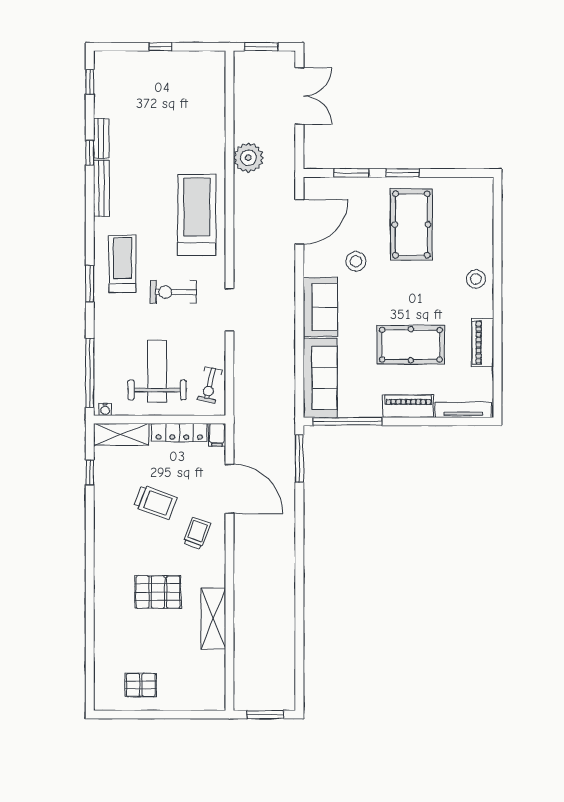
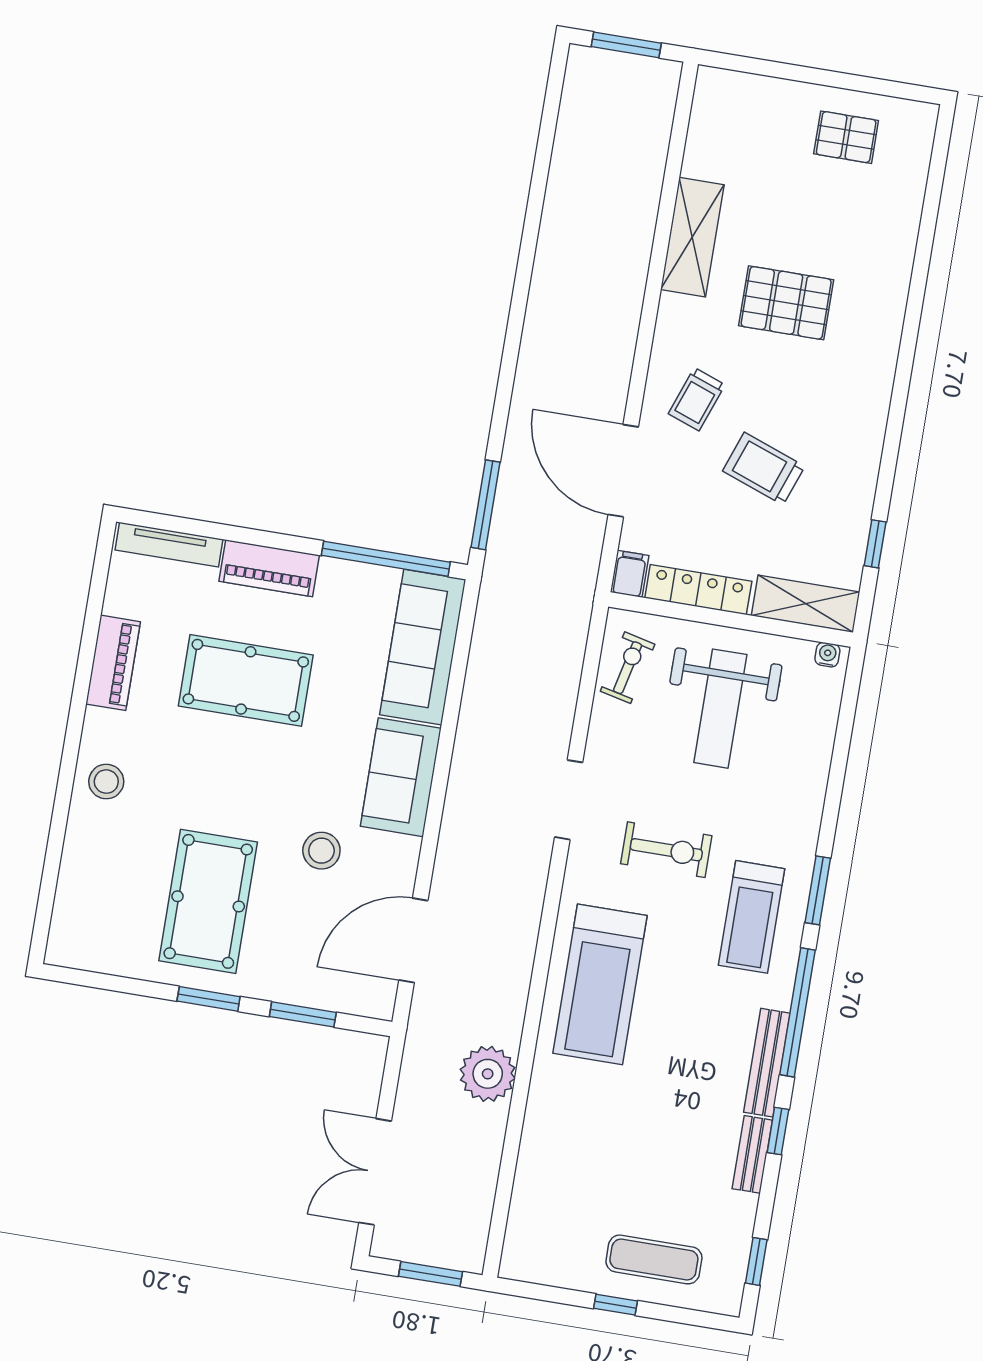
exercise mat: (144, 74) -> (654, 1259), added
window: (90, 373) -> (798, 1012), moved

